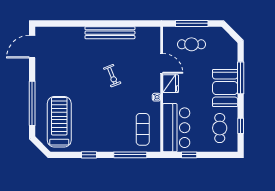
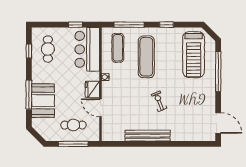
door: (32, 47) -> (218, 123), hinge flipped
exercise bike: (112, 76) -> (159, 101), moved
booth: (225, 88) -> (43, 101), moved
exercise mat: (111, 119) -> (146, 57), added

